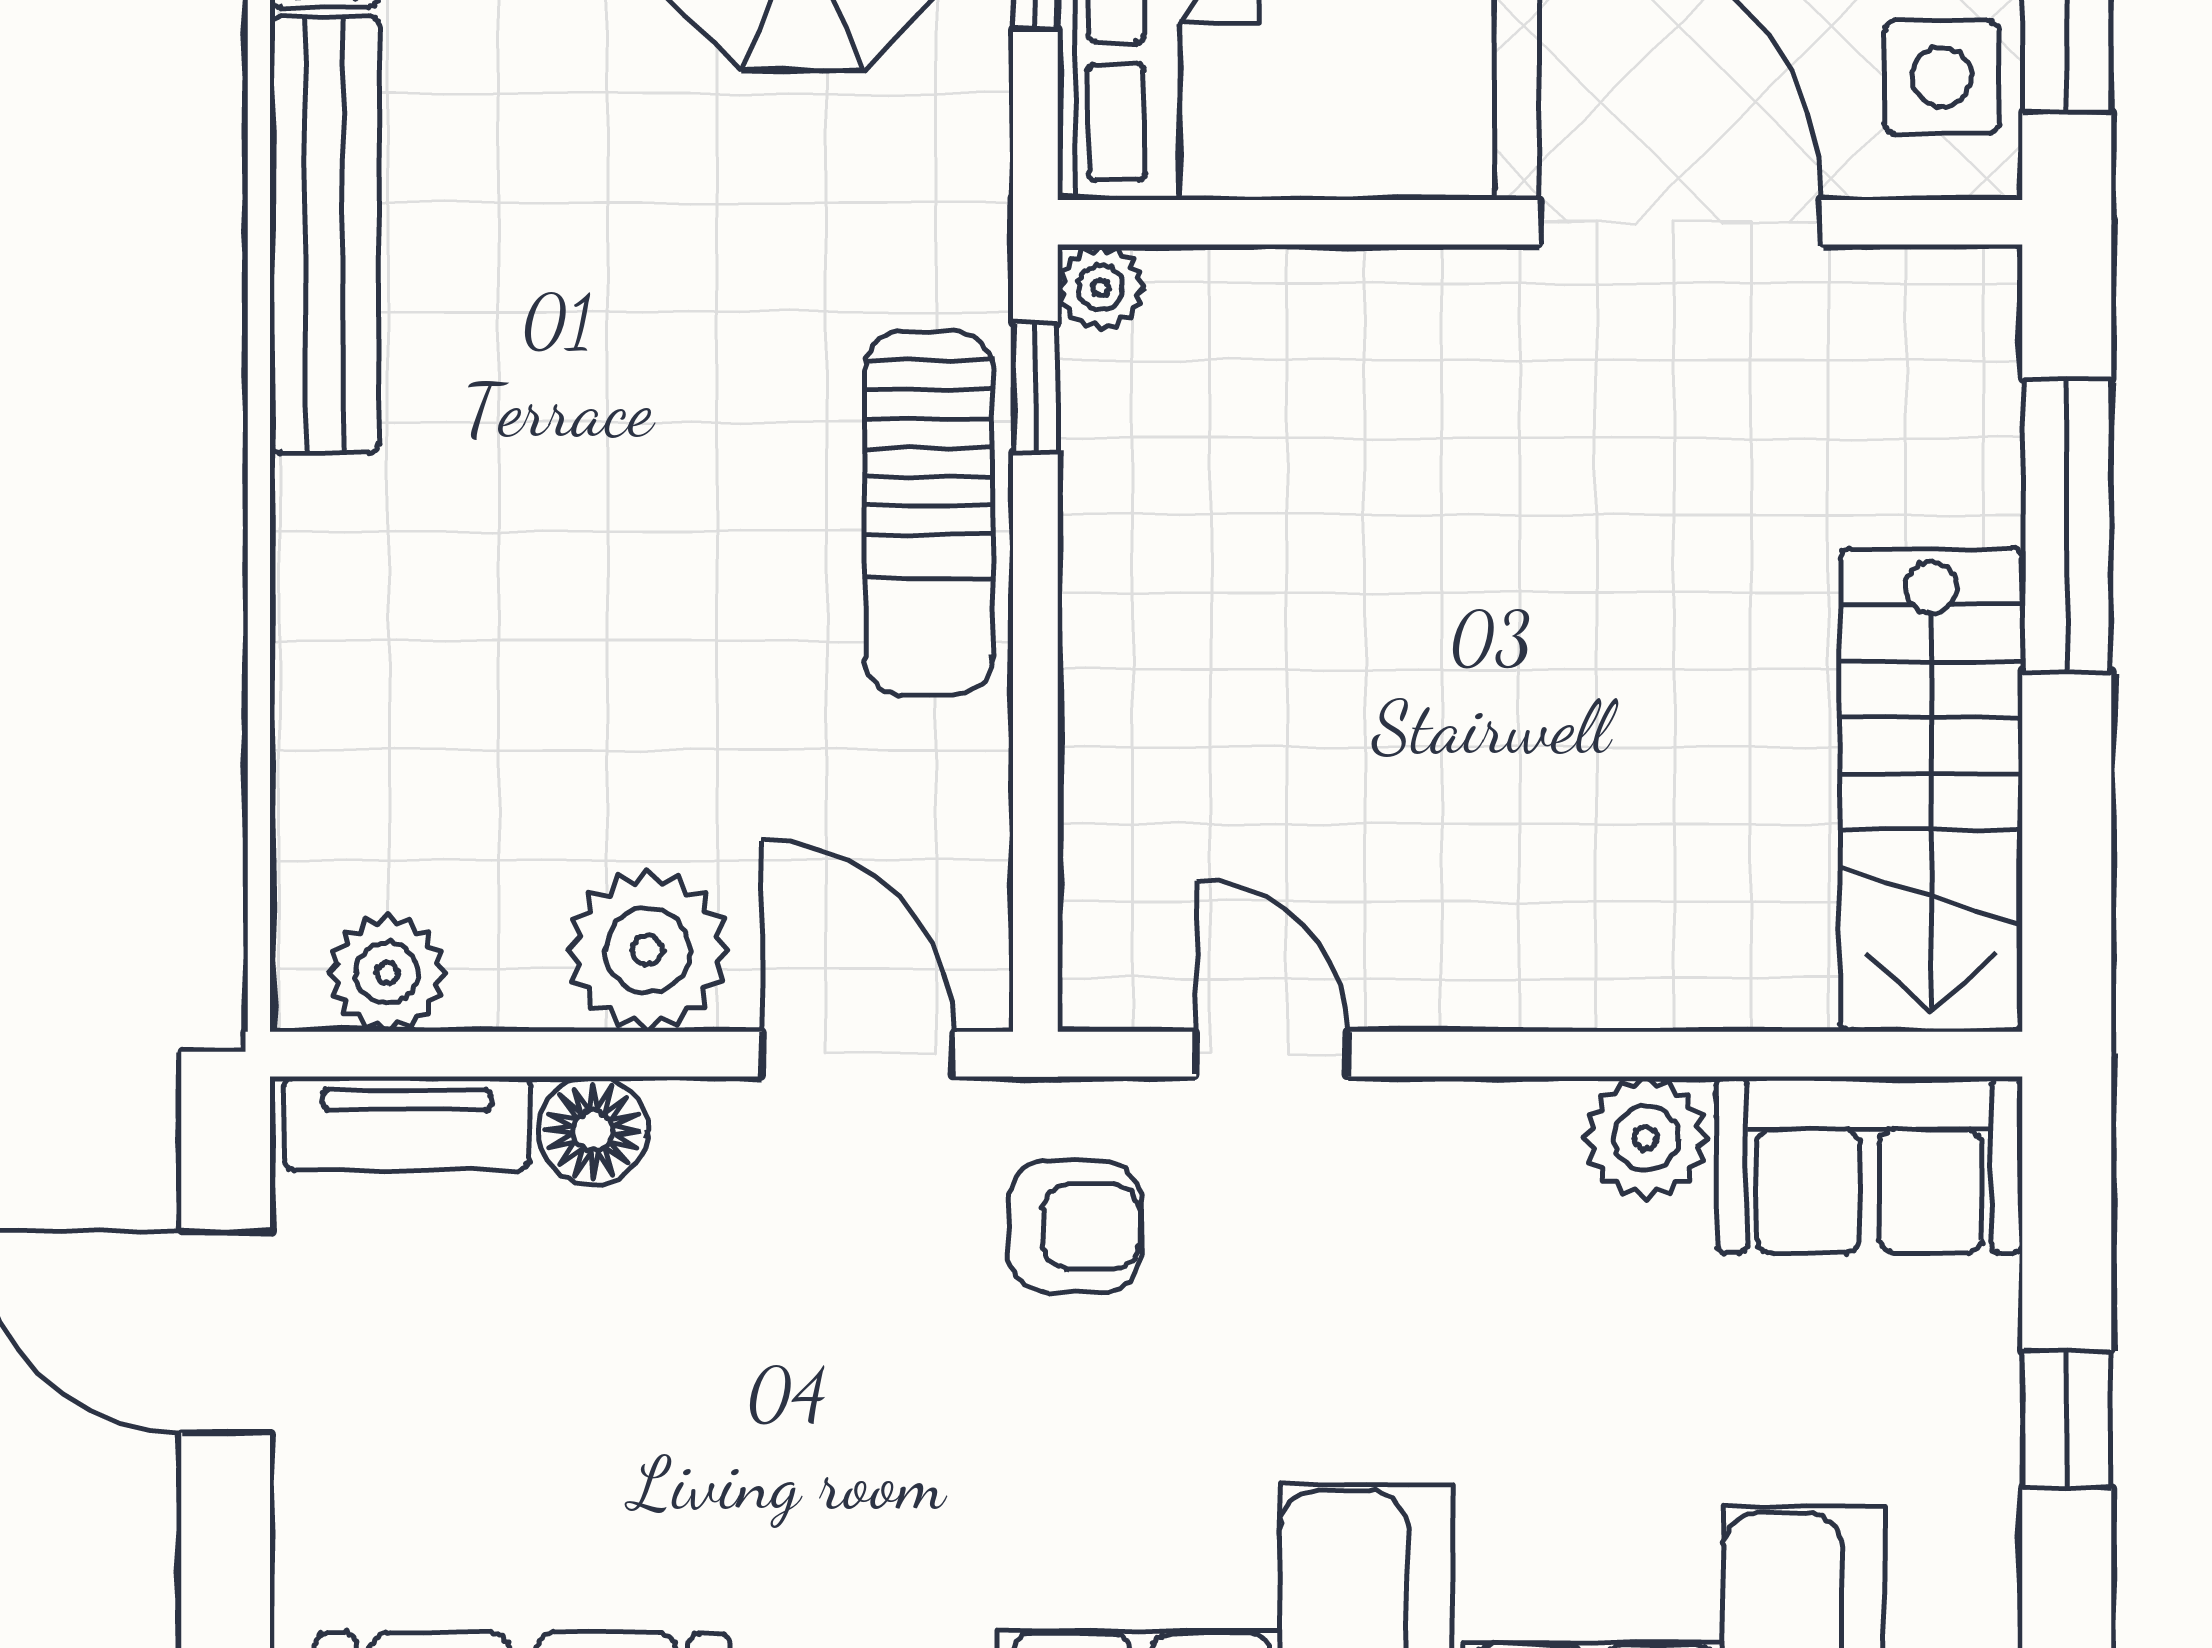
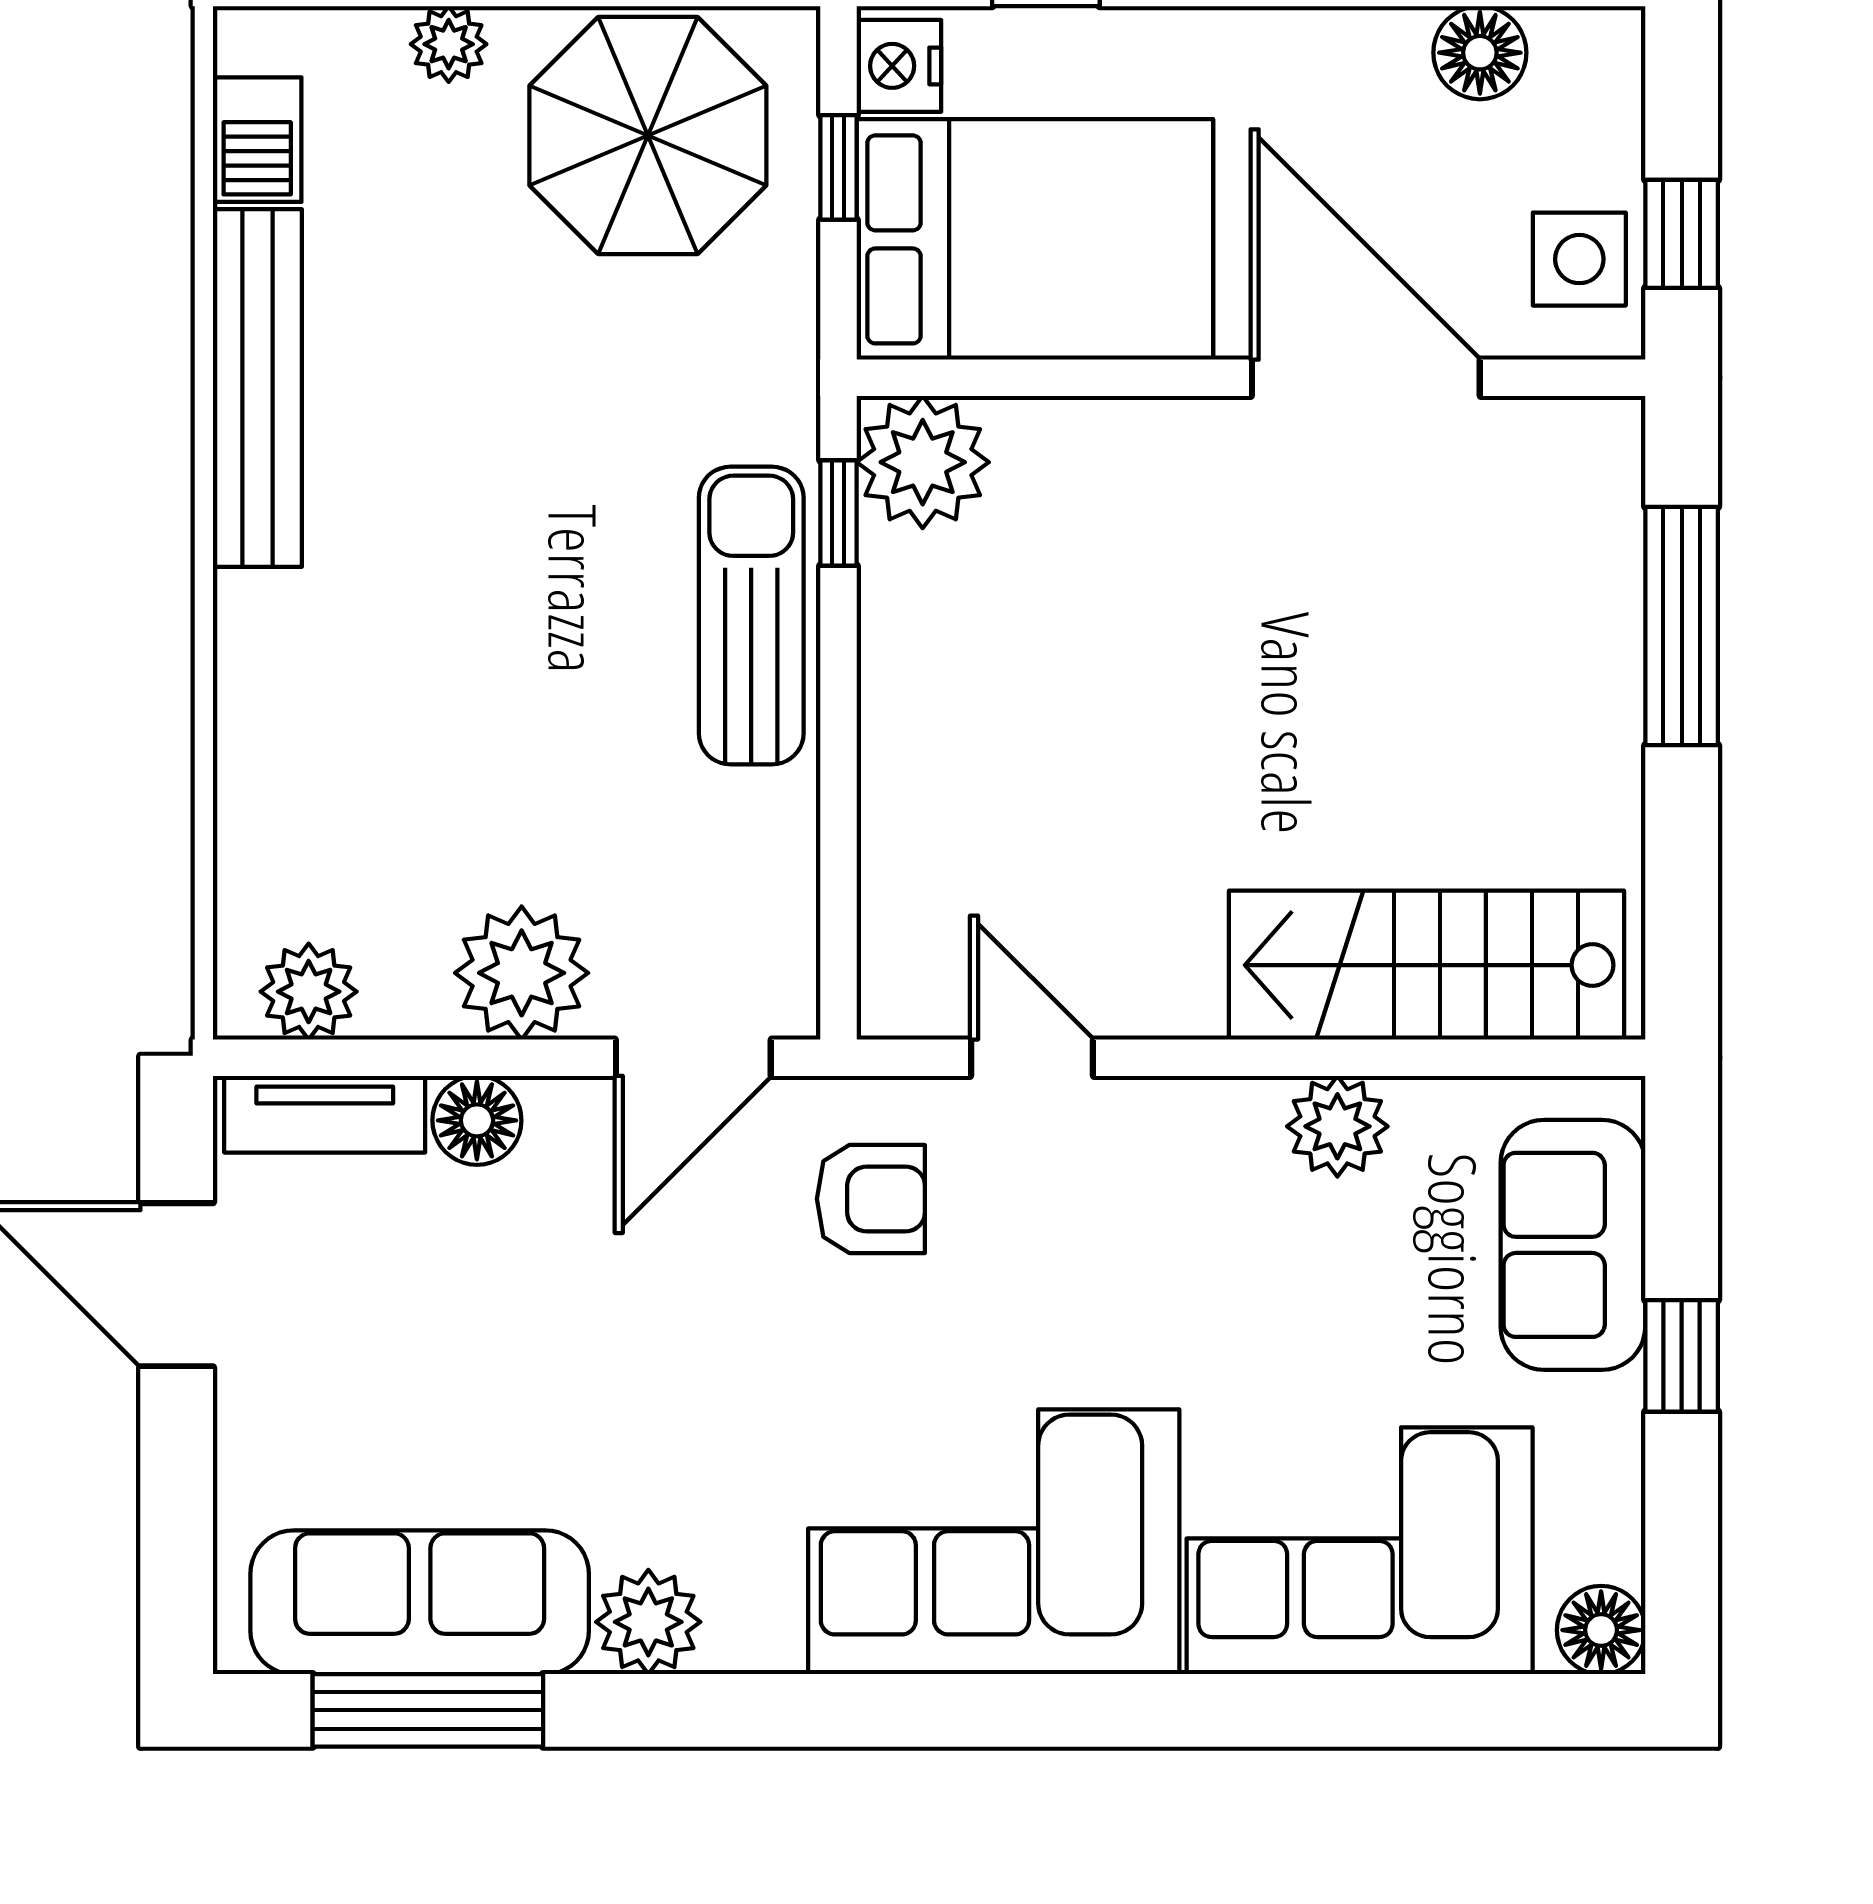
plant: (1101, 288) -> (923, 462), width x1.88, depth x1.88
sun lounger: (929, 513) -> (751, 616), turned 180
stairs: (1931, 790) -> (1427, 965), moved, turned 90
door: (858, 1054) -> (693, 1058), swing flipped
sofa: (1869, 1165) -> (1573, 1245), moved, turned 90

